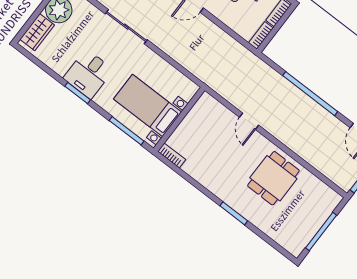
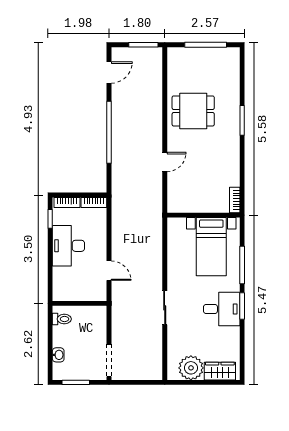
sliding door: (126, 27) -> (165, 308), width x0.73
window: (127, 131) -> (242, 265), moved

